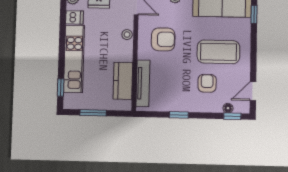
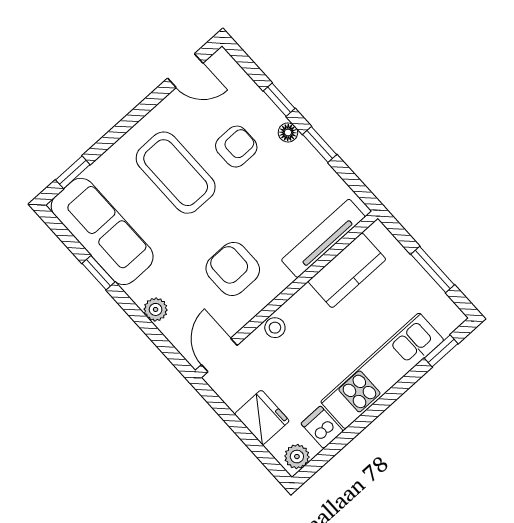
armchair: (207, 83) -> (236, 147), turned 180
floor lamp: (228, 108) -> (288, 132), moved
window: (232, 116) -> (279, 100), moved

